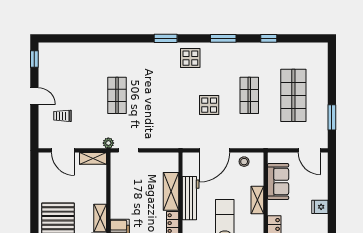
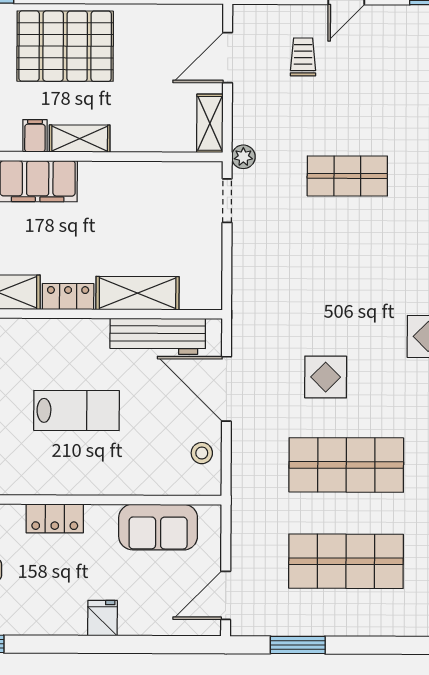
shop shelf: (249, 95) -> (346, 465), width x1.43, depth x1.36
workbench: (191, 198) -> (158, 336), moved
shelving: (257, 200) -> (118, 482), removed

